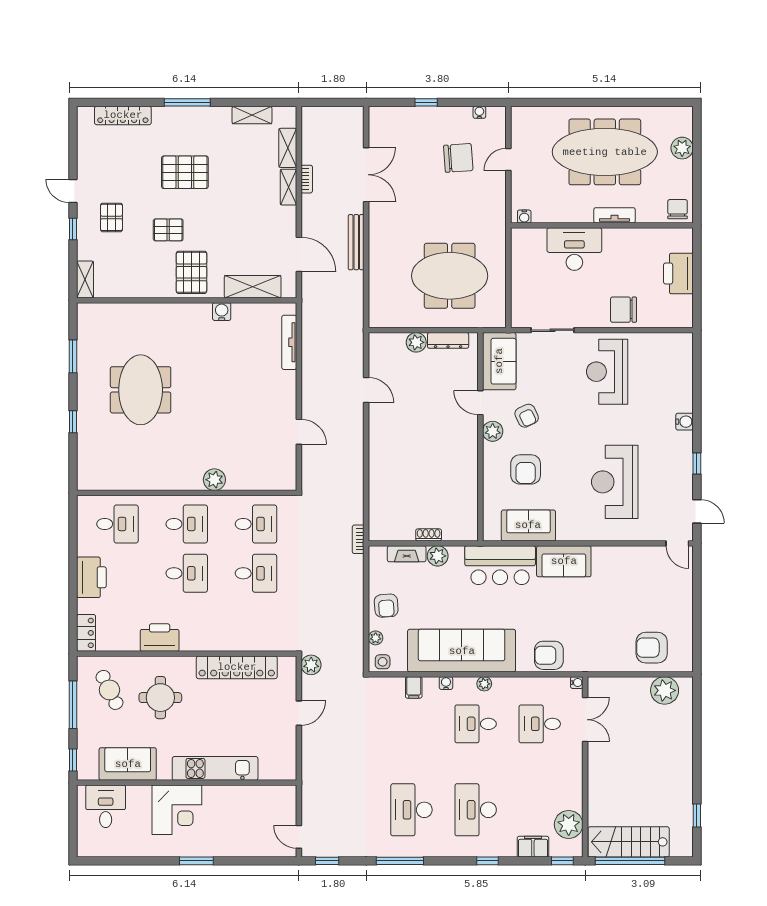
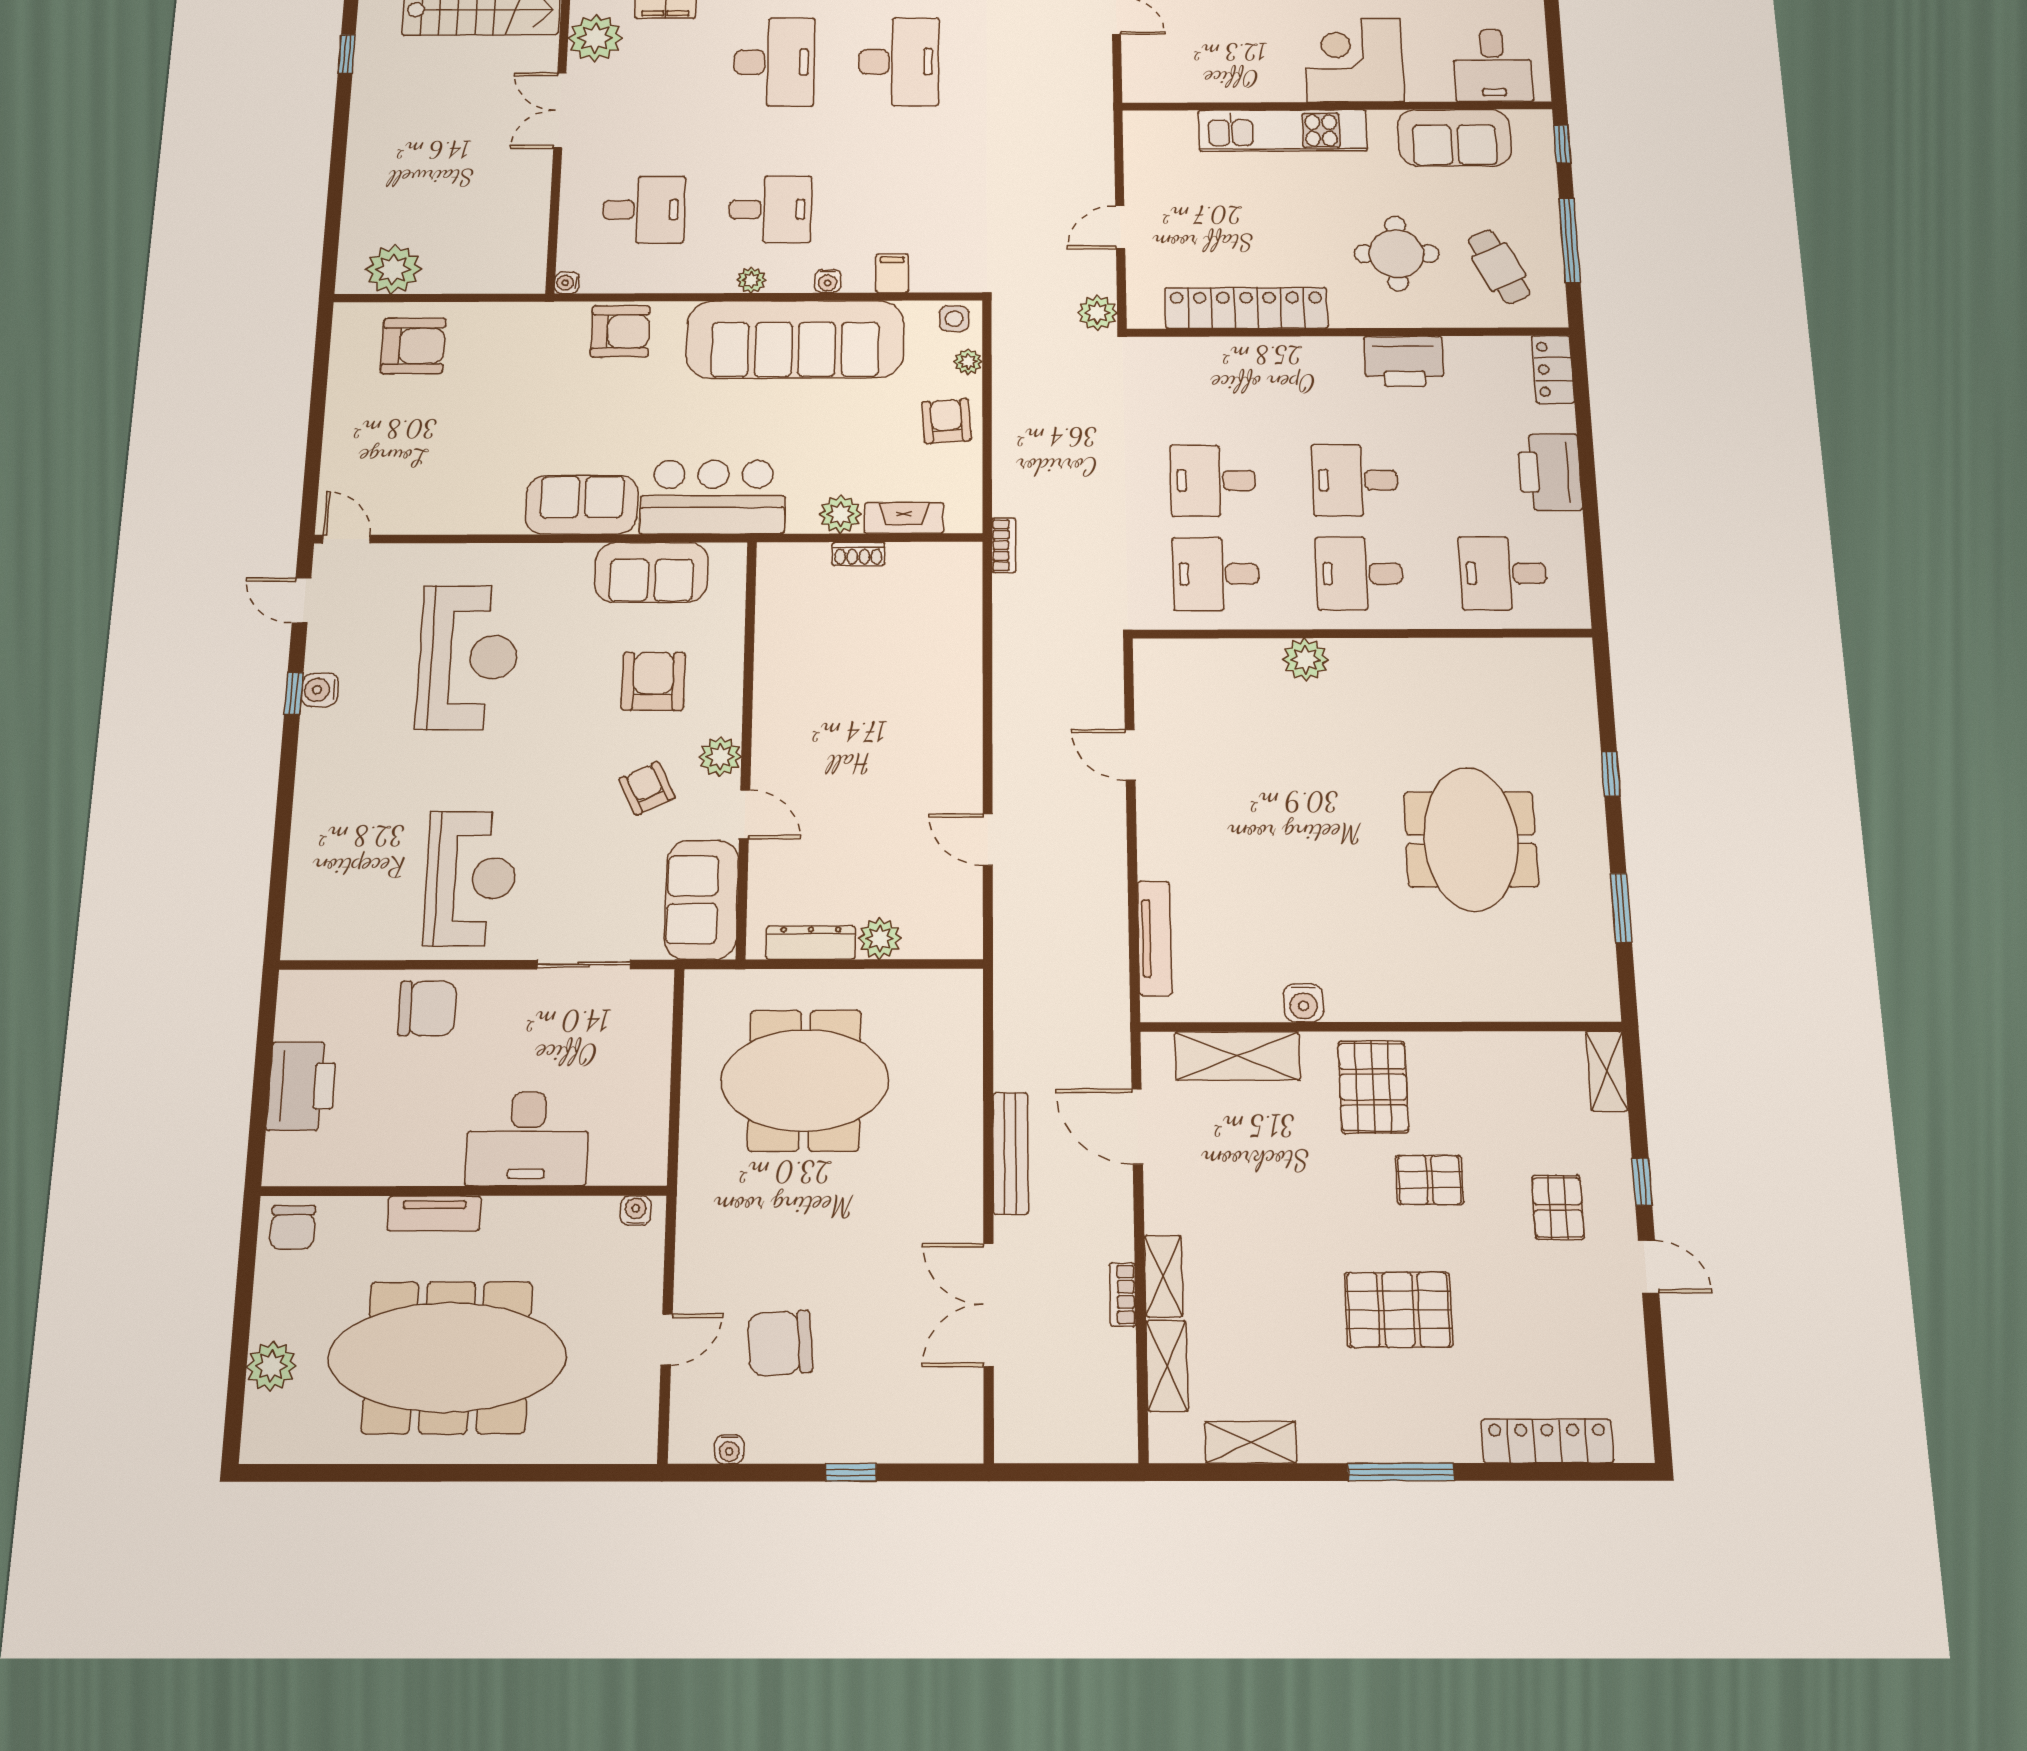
water cooler: (685, 422) -> (320, 690), moved
double door: (585, 720) -> (560, 110), moved

